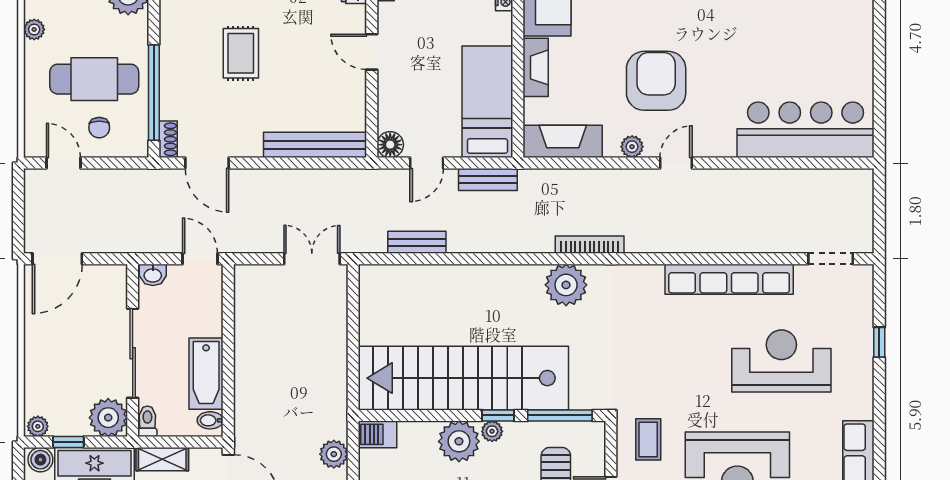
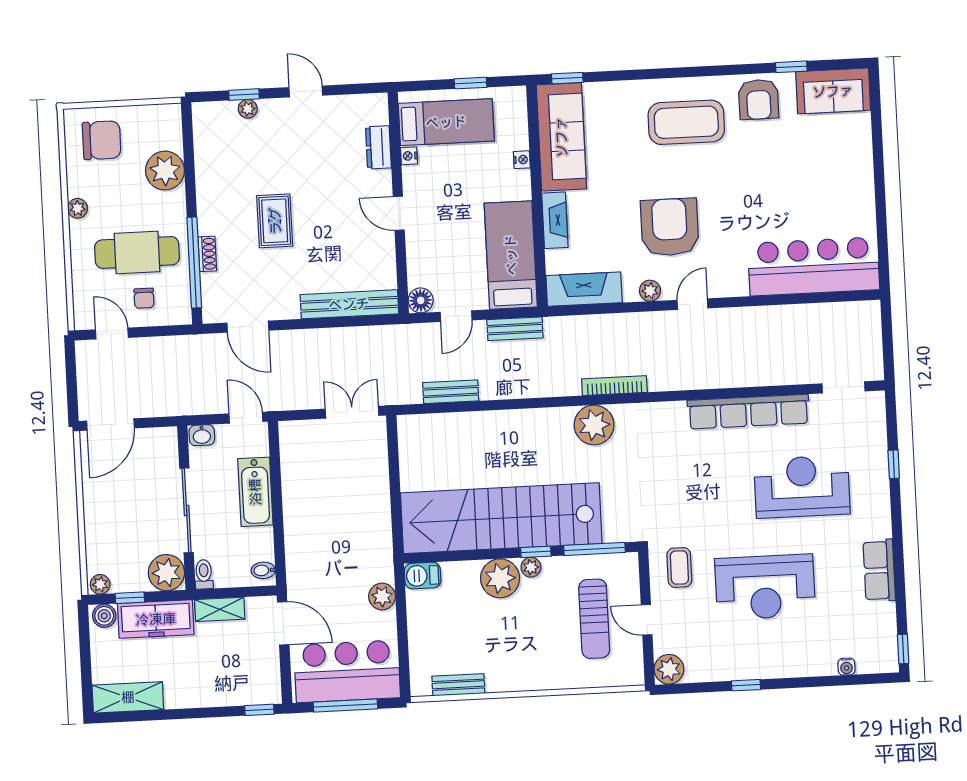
shoe rack: (168, 139) -> (207, 254), moved
bathtub: (206, 374) -> (255, 492), moved

